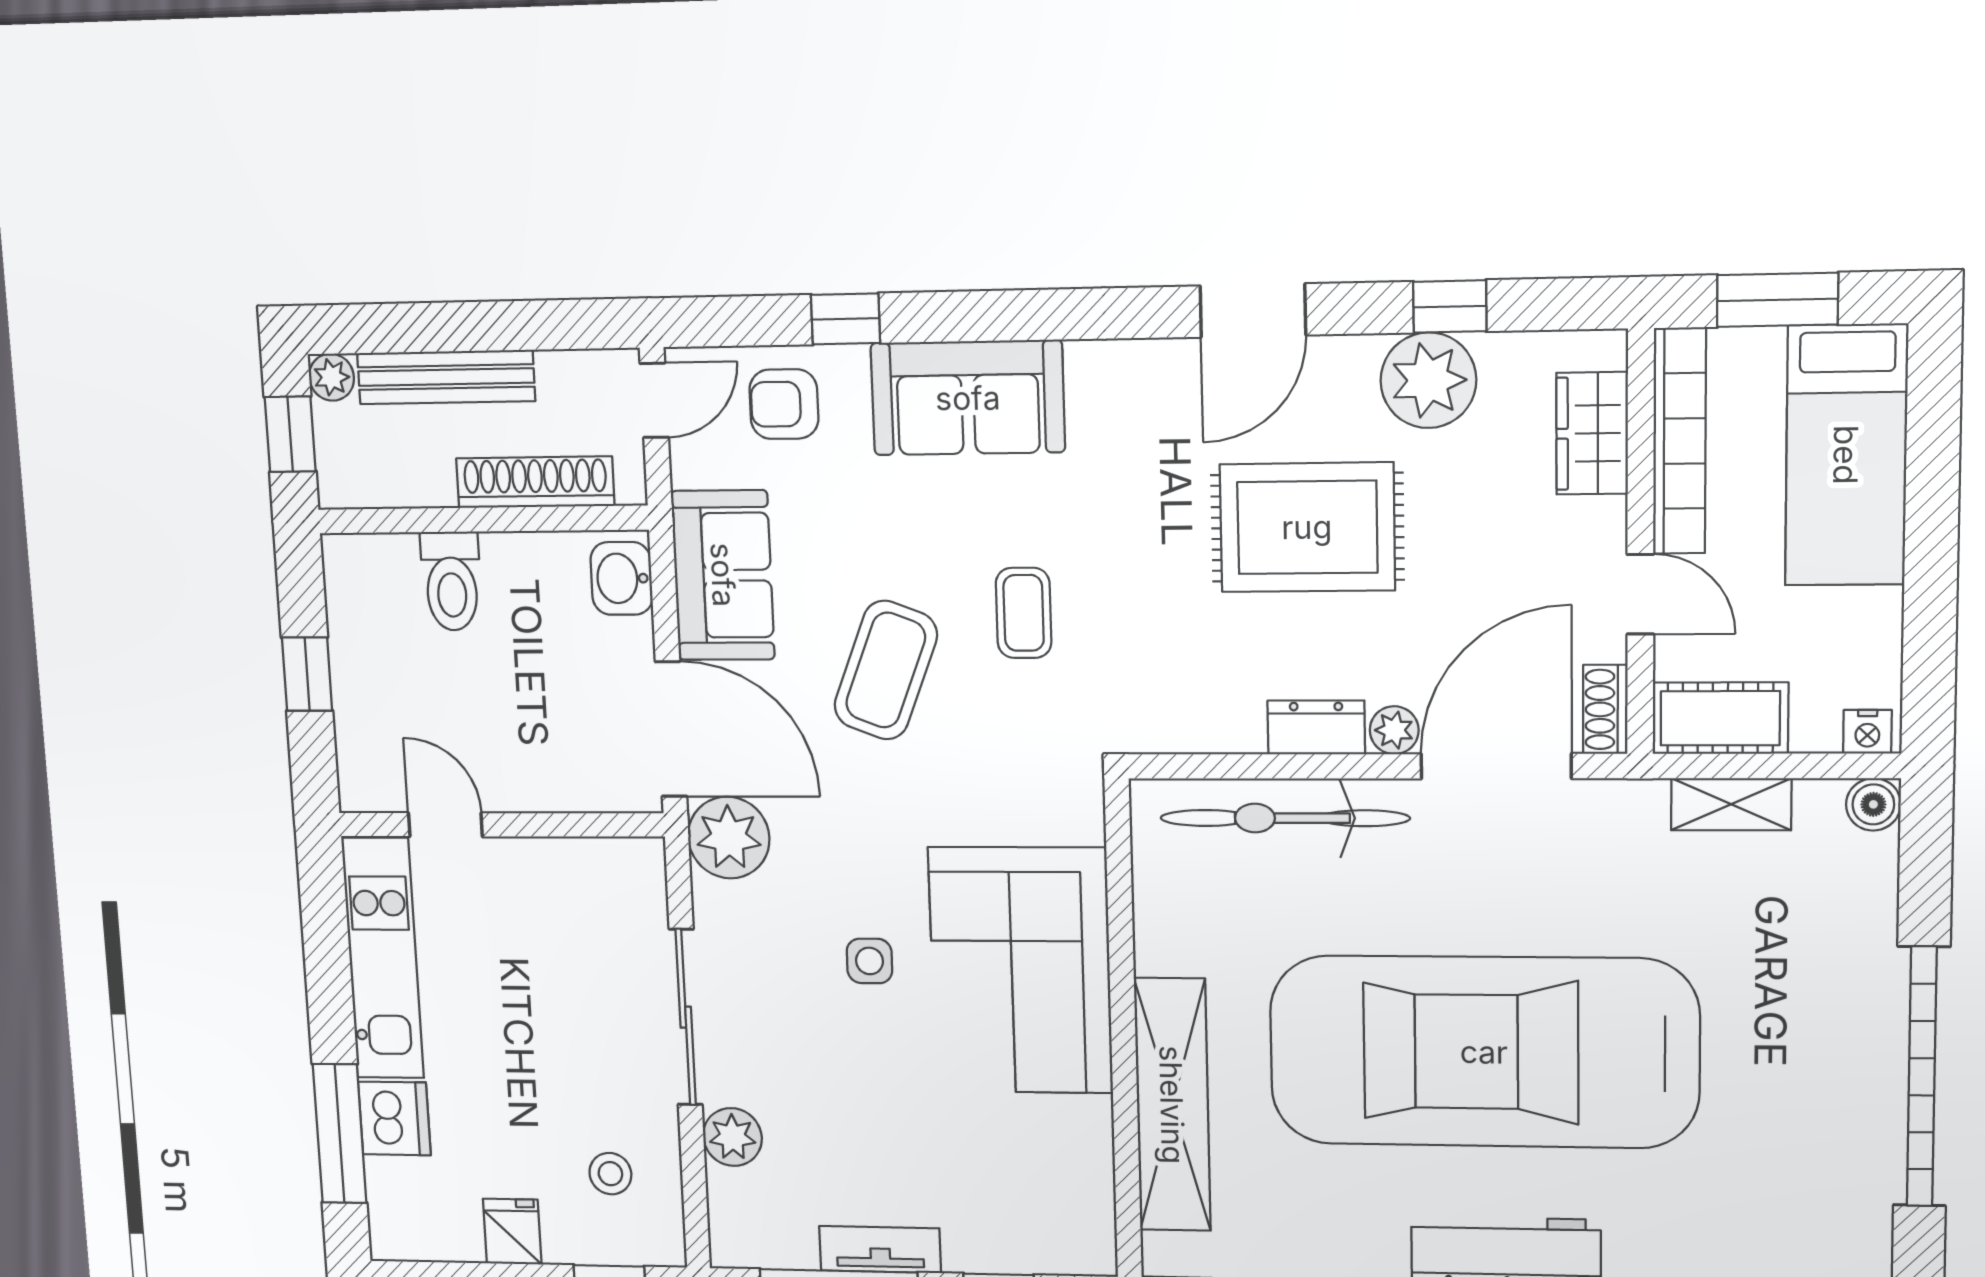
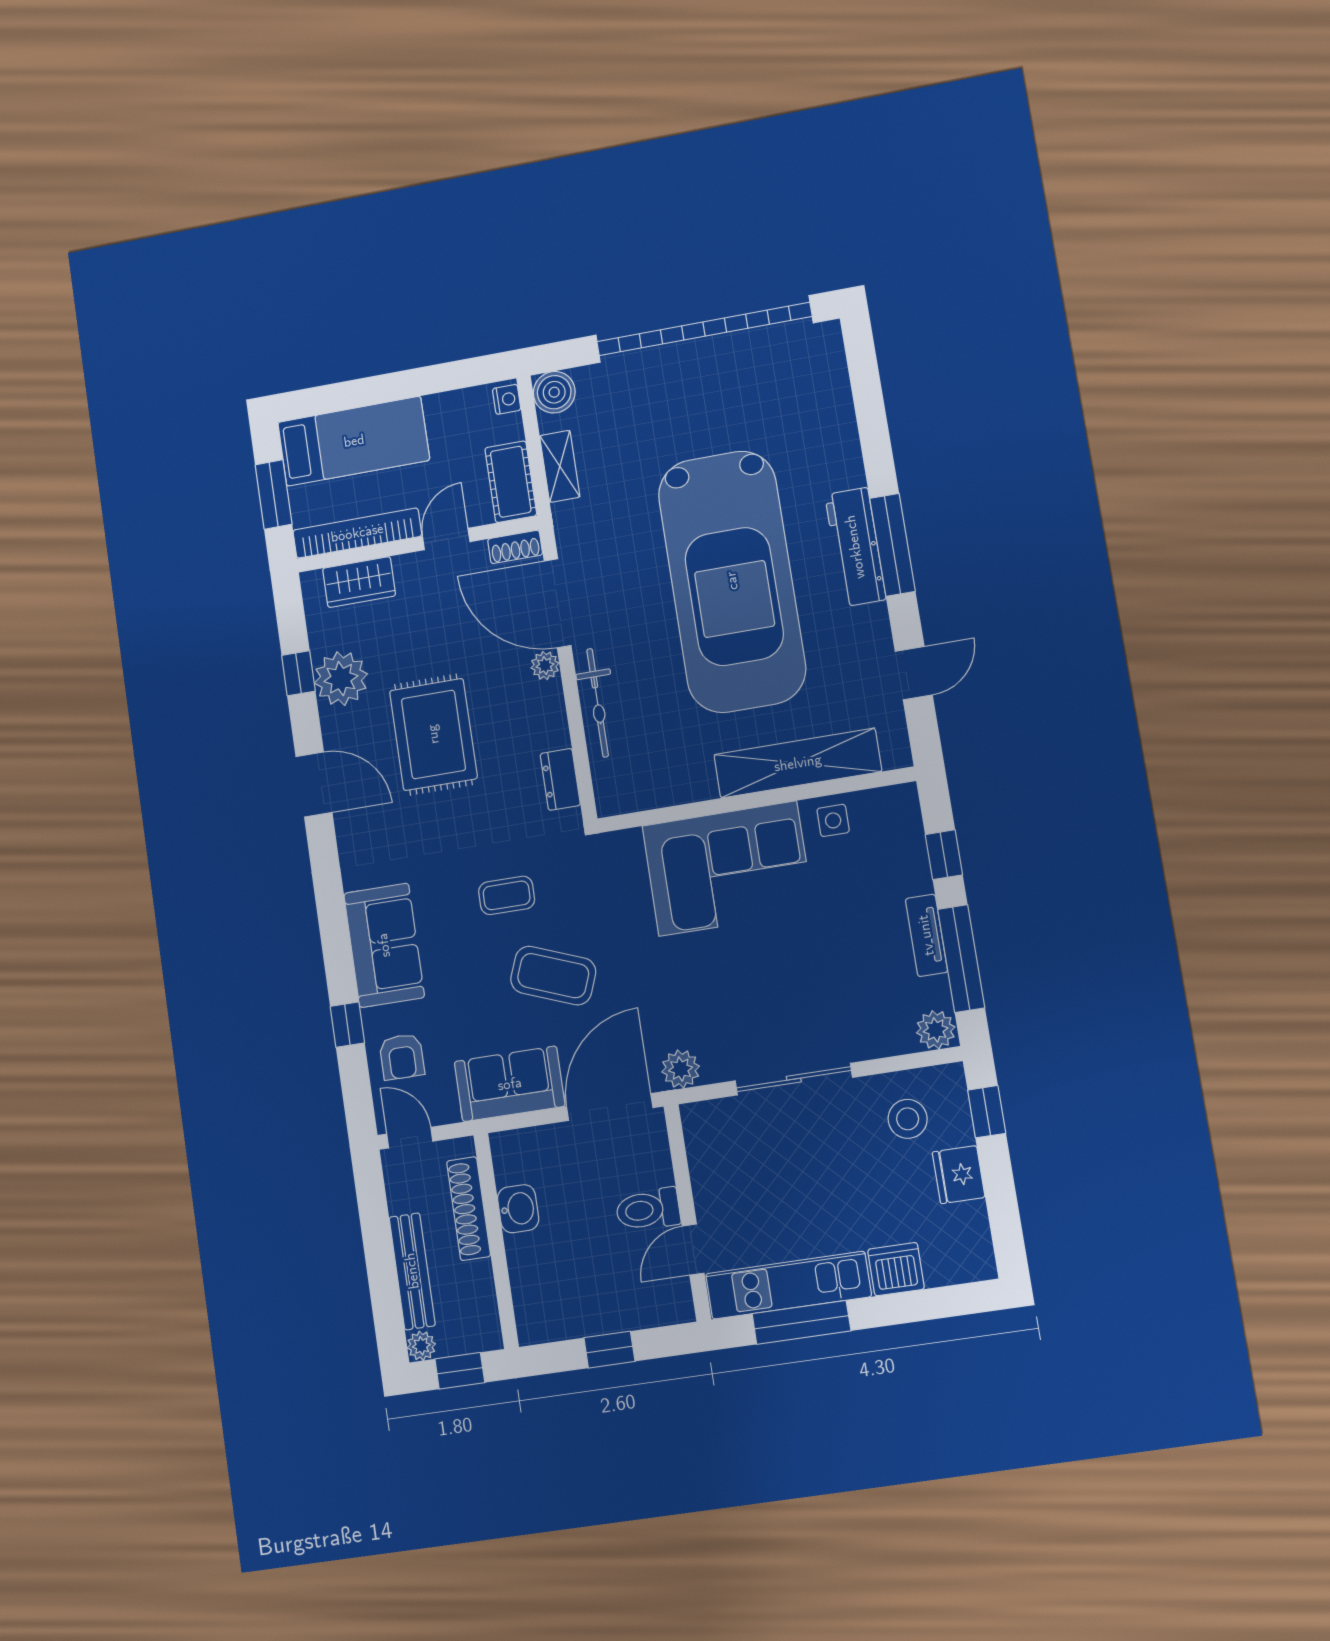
washbasin: (622, 578) -> (518, 1209), moved, turned -90
toilet: (451, 581) -> (648, 1210), moved, turned 180
dresser: (1316, 727) -> (560, 779), moved
boiler: (1873, 804) -> (554, 392), width x1.36, depth x1.36
bicycle: (1285, 818) -> (598, 703), width x0.73, depth x0.71
plant: (729, 838) -> (681, 1069), width x0.73, depth x0.73
side table: (869, 961) -> (833, 820), moved
garage door: (1922, 1077) -> (704, 329), width x1.36
window: (340, 1134) -> (801, 1322), moved
plant: (732, 1137) -> (936, 1030), moved
stool: (610, 1174) -> (908, 1119), width x1.37, depth x1.37
fridge: (512, 1232) -> (959, 1175), width x1.38

